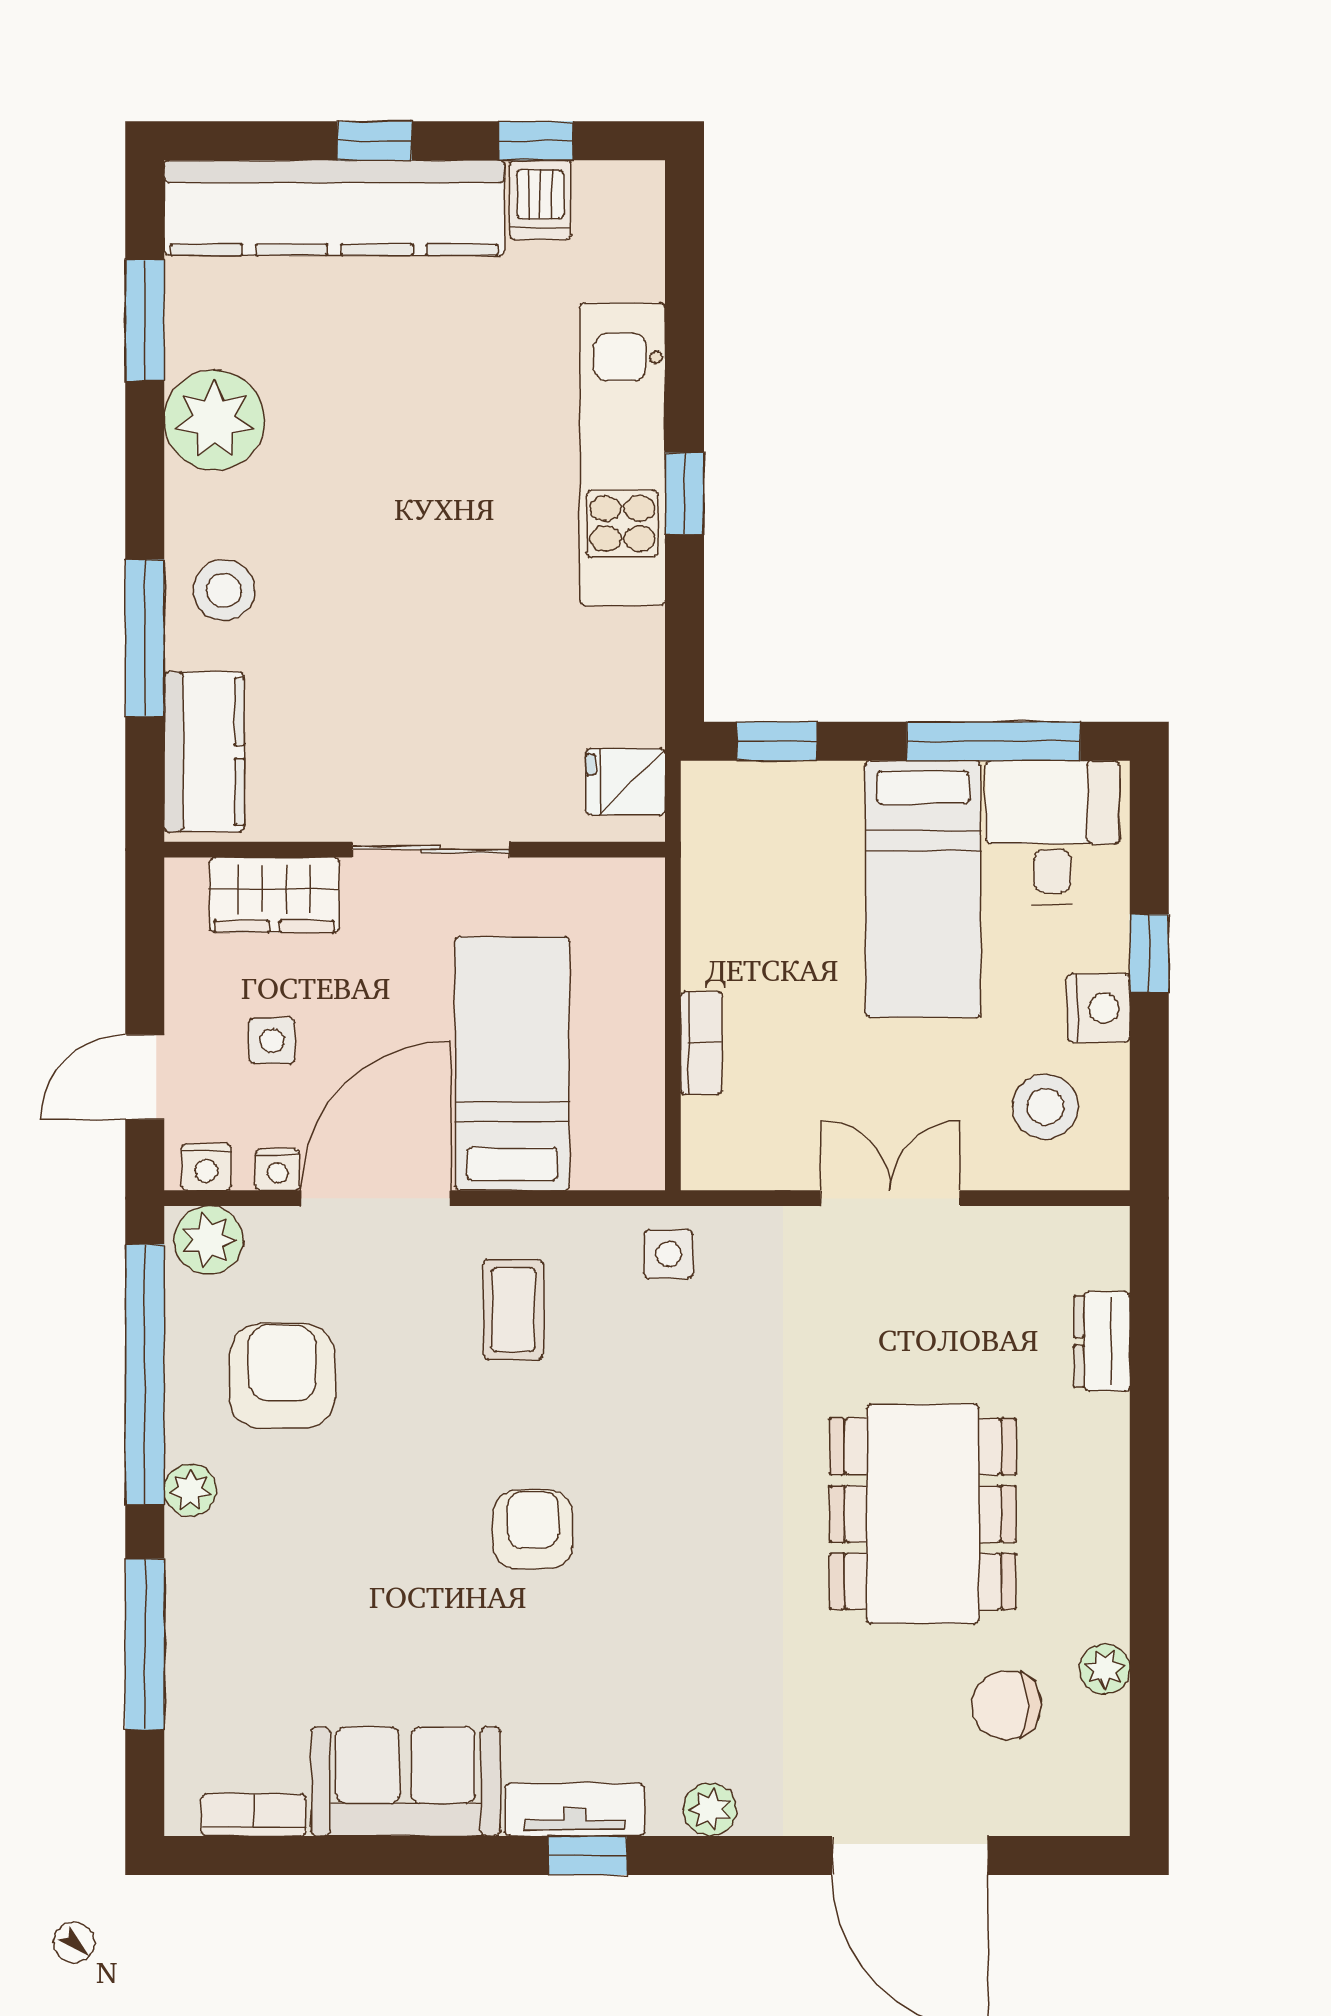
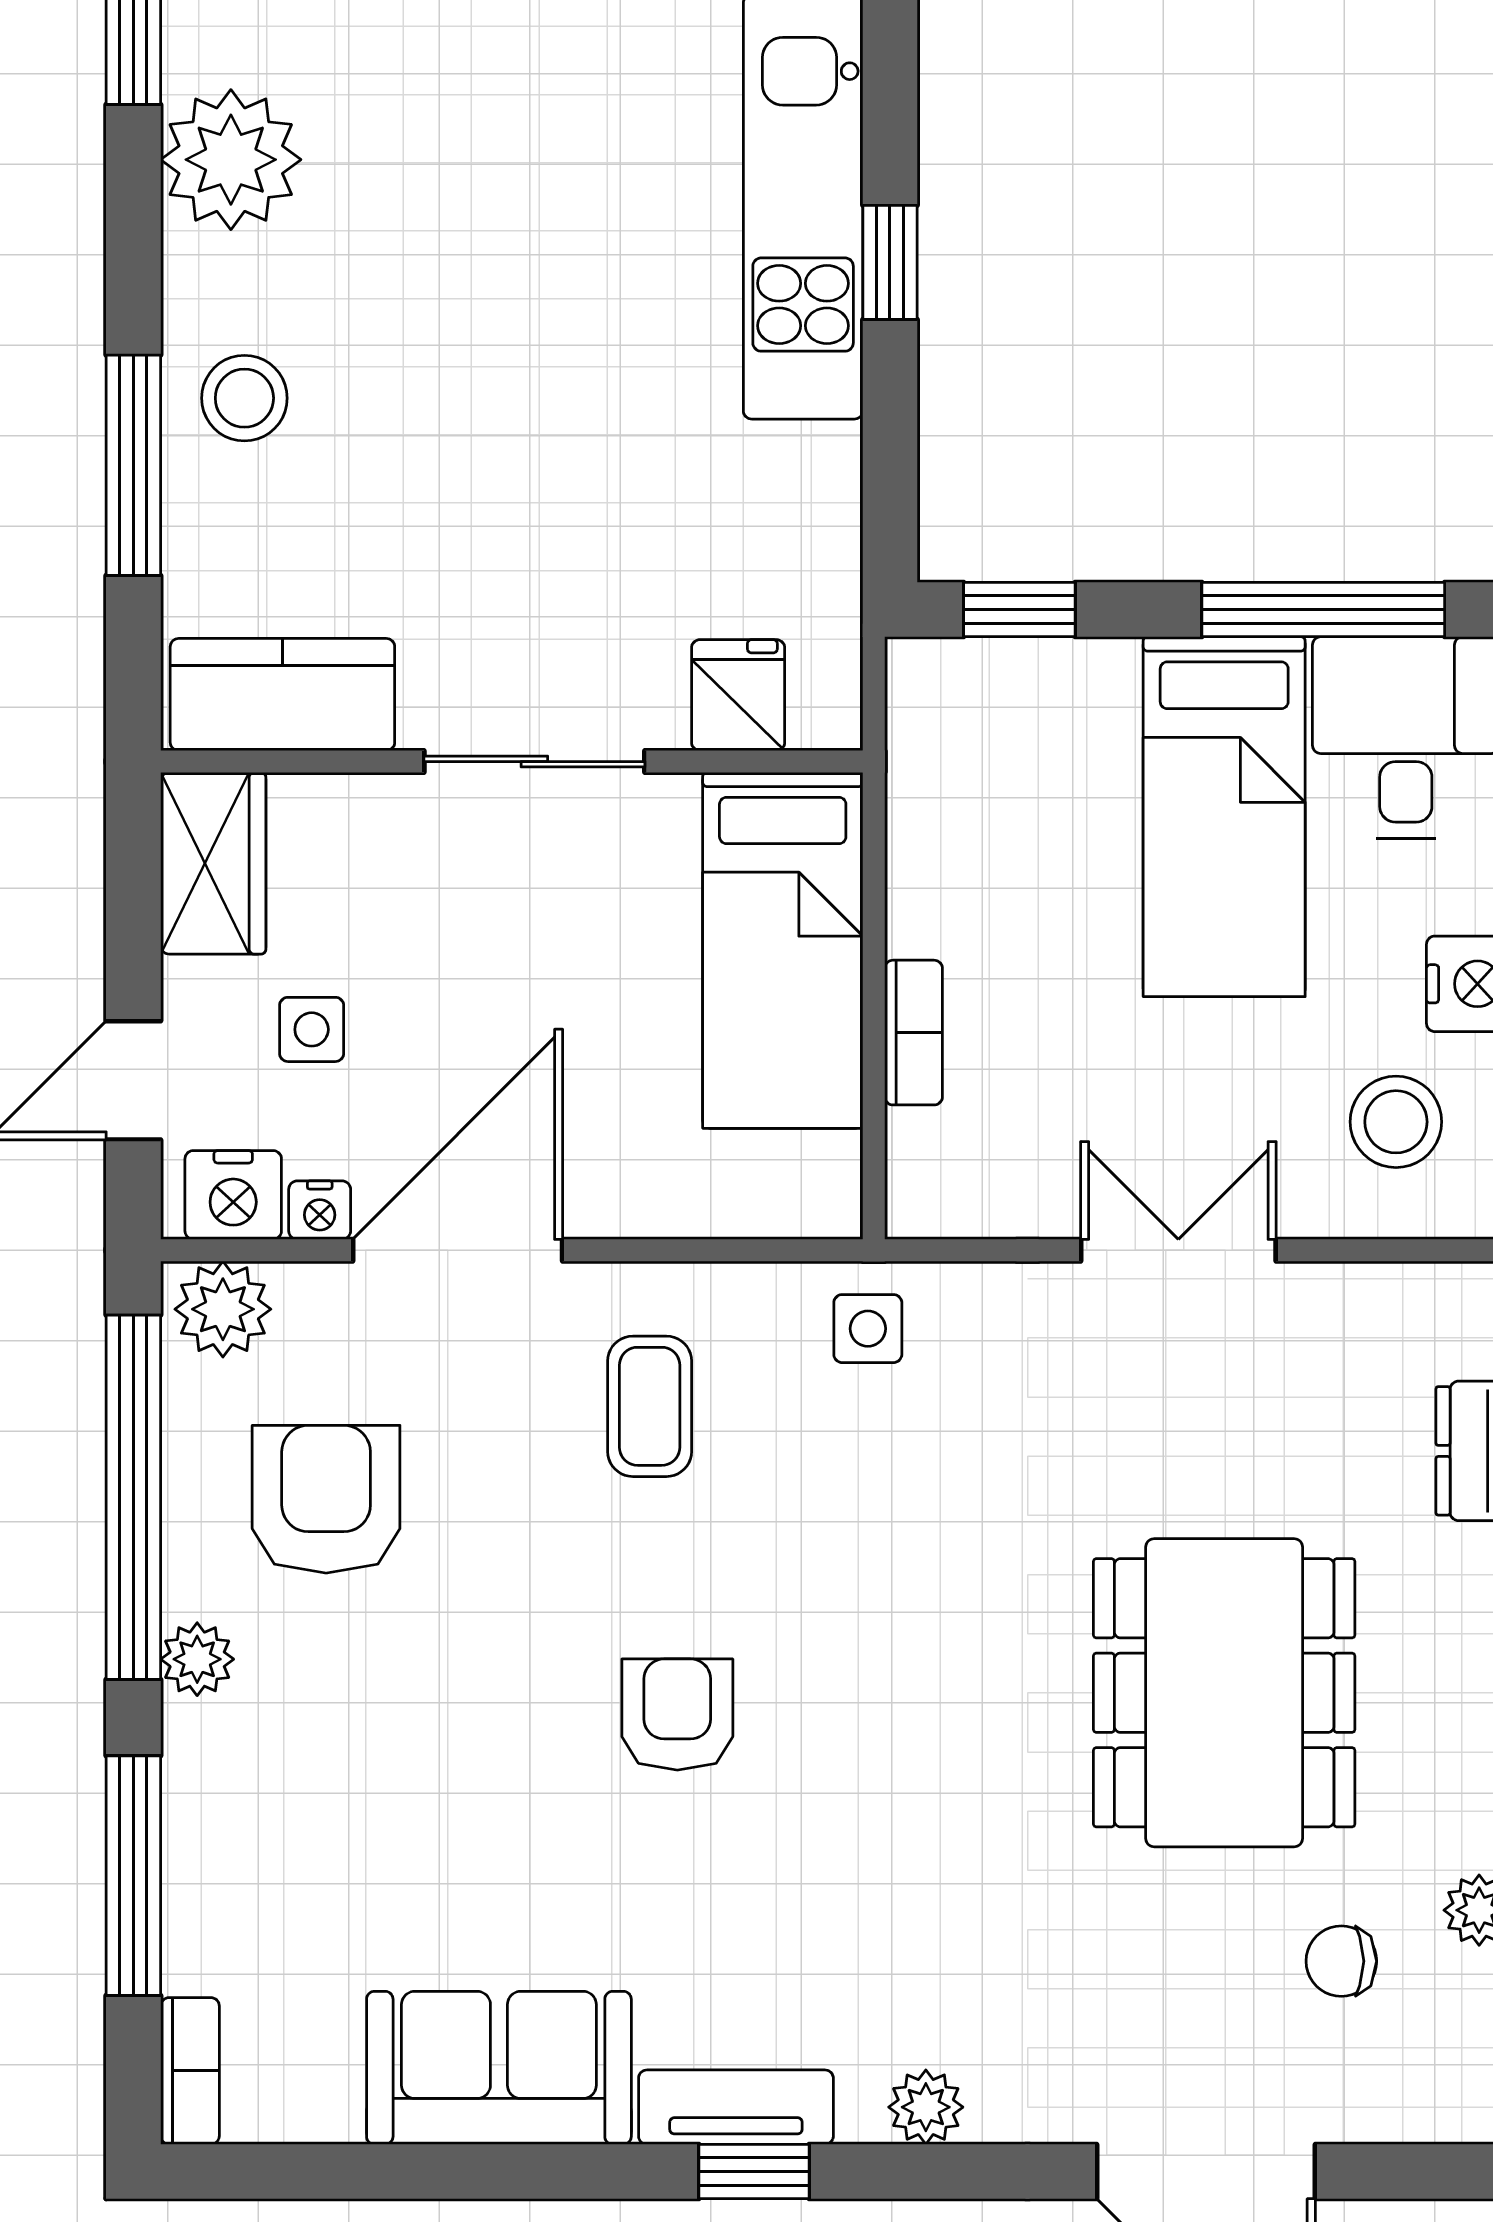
kitchen counter: (204, 752) -> (282, 695), moved, turned -90
fridge: (626, 782) -> (738, 695), moved, turned 90
wardrobe: (274, 895) -> (213, 863), moved, turned -90
bed: (512, 1064) -> (783, 950), moved, turned 180
nightstand: (206, 1167) -> (233, 1195), width x1.39, depth x1.35
chair: (1006, 1705) -> (1341, 1961), width x0.73, depth x0.73
bookcase: (254, 1815) -> (190, 2071), moved, turned 90

